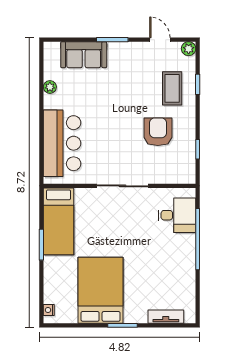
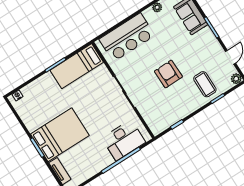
coffee table: (172, 88) -> (205, 84), turned 90
armchair: (158, 132) -> (168, 74), moved, turned -91
desk: (177, 215) -> (124, 140), width x1.37
bed: (101, 290) -> (60, 135), moved

